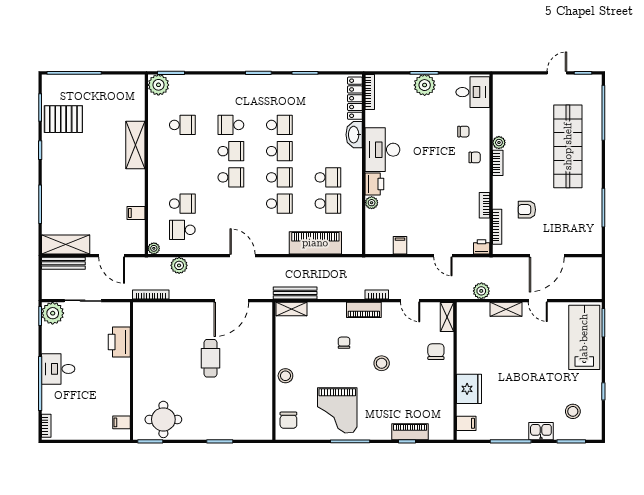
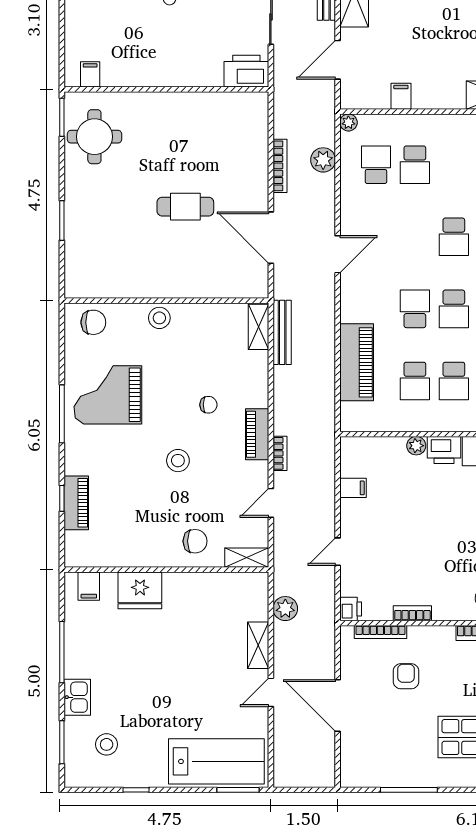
school desk: (279, 204) -> (415, 309), turned 180
bookcase: (151, 294) -> (280, 166), moved
printer: (119, 342) -> (246, 71), moved
chair: (288, 420) -> (93, 322), turned 180

